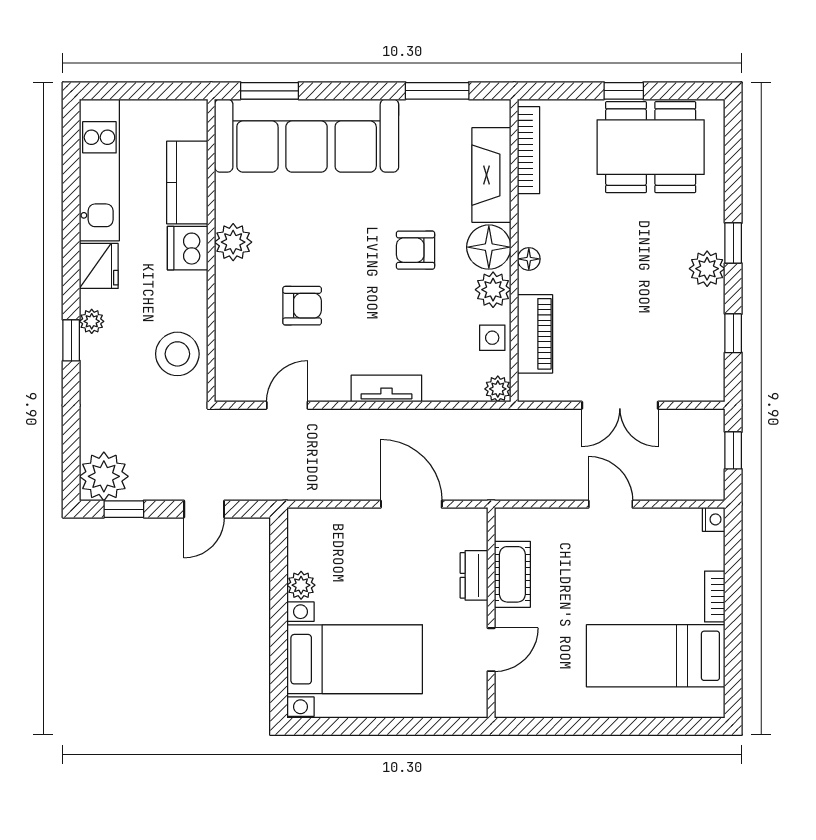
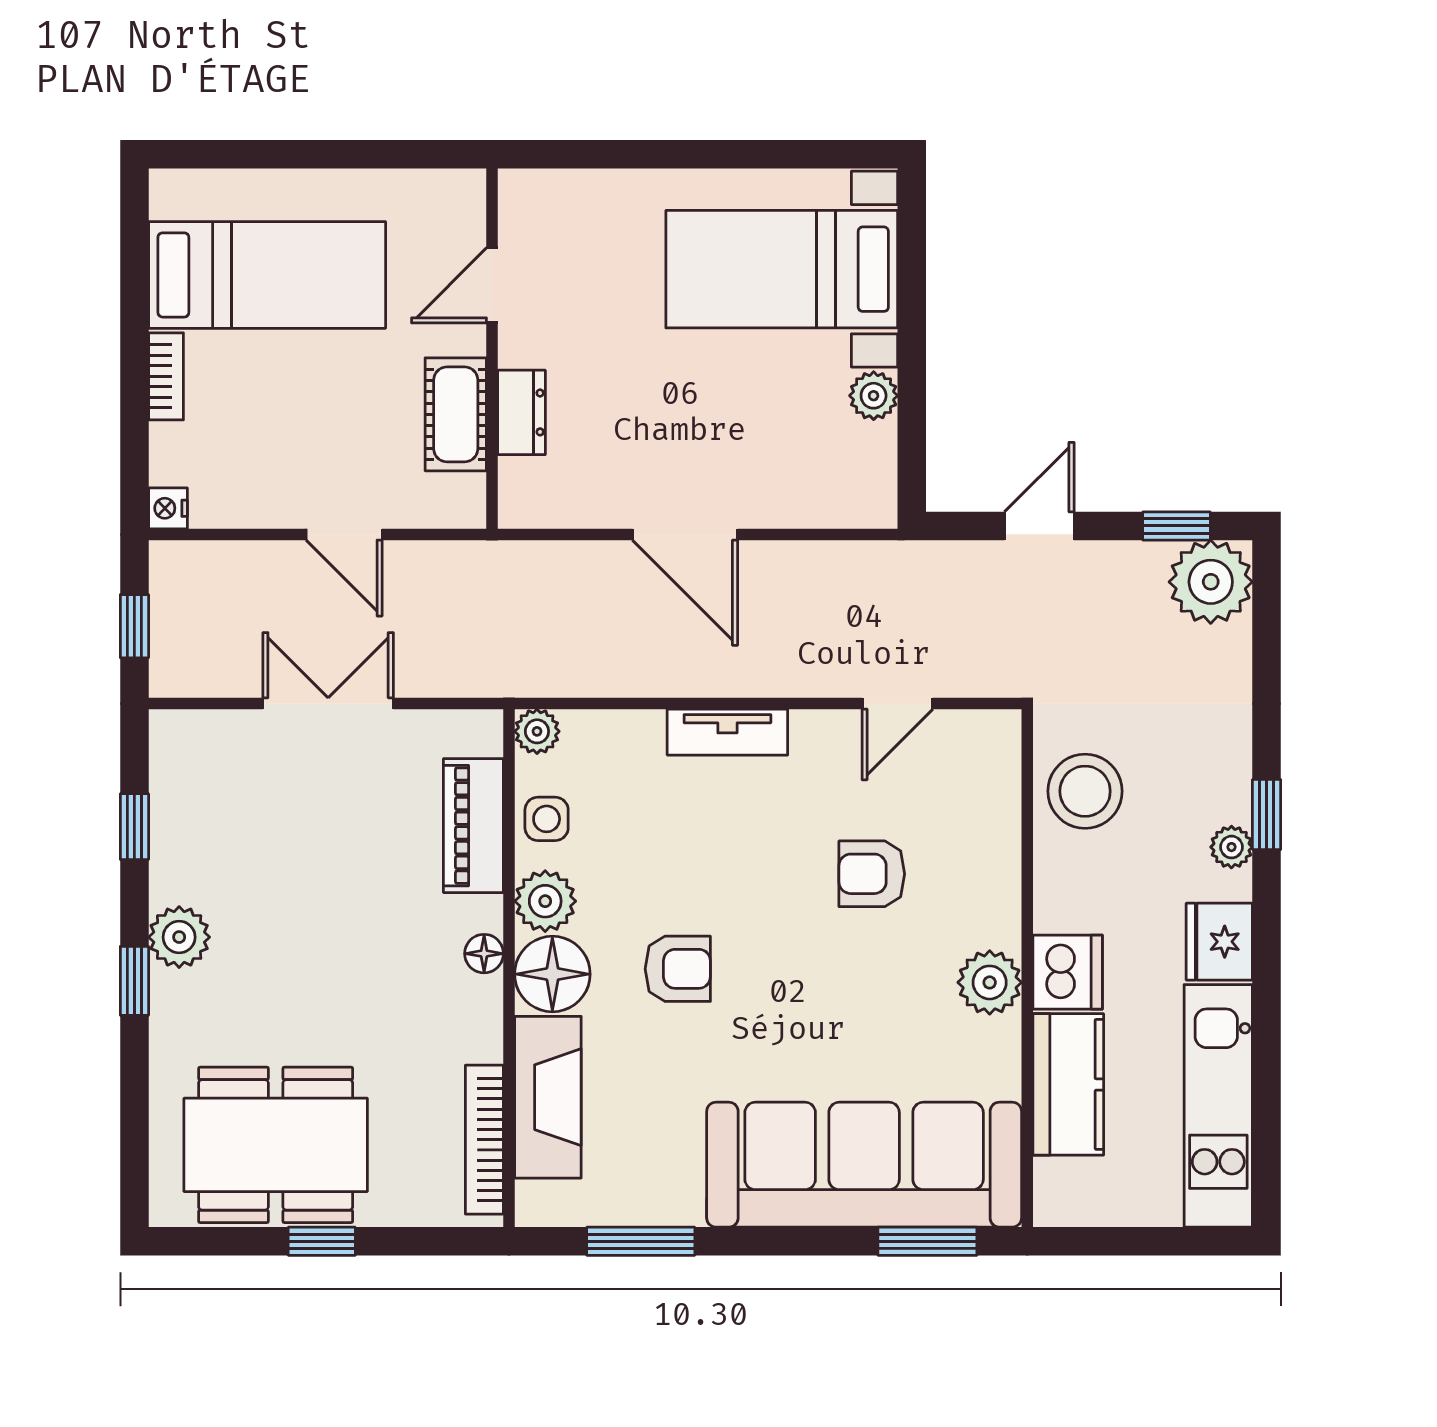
cot: (512, 574) -> (456, 414), moved
dresser: (474, 575) -> (522, 412), moved
wall: (491, 613) -> (492, 349), moved
door: (491, 650) -> (492, 285), moved

